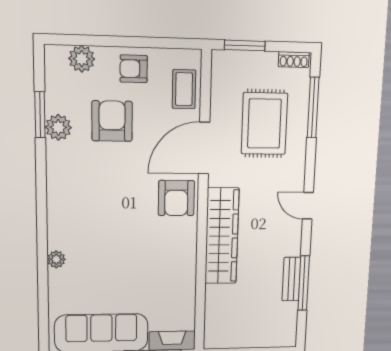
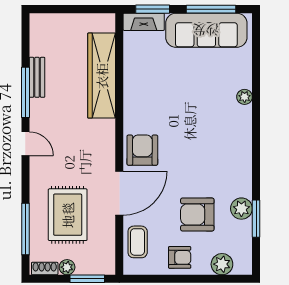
plant: (268, 60) -> (67, 267), added
armchair: (112, 121) -> (197, 215), turned 90
wardrobe: (222, 236) -> (102, 76), moved
window: (304, 283) -> (25, 92), moved

